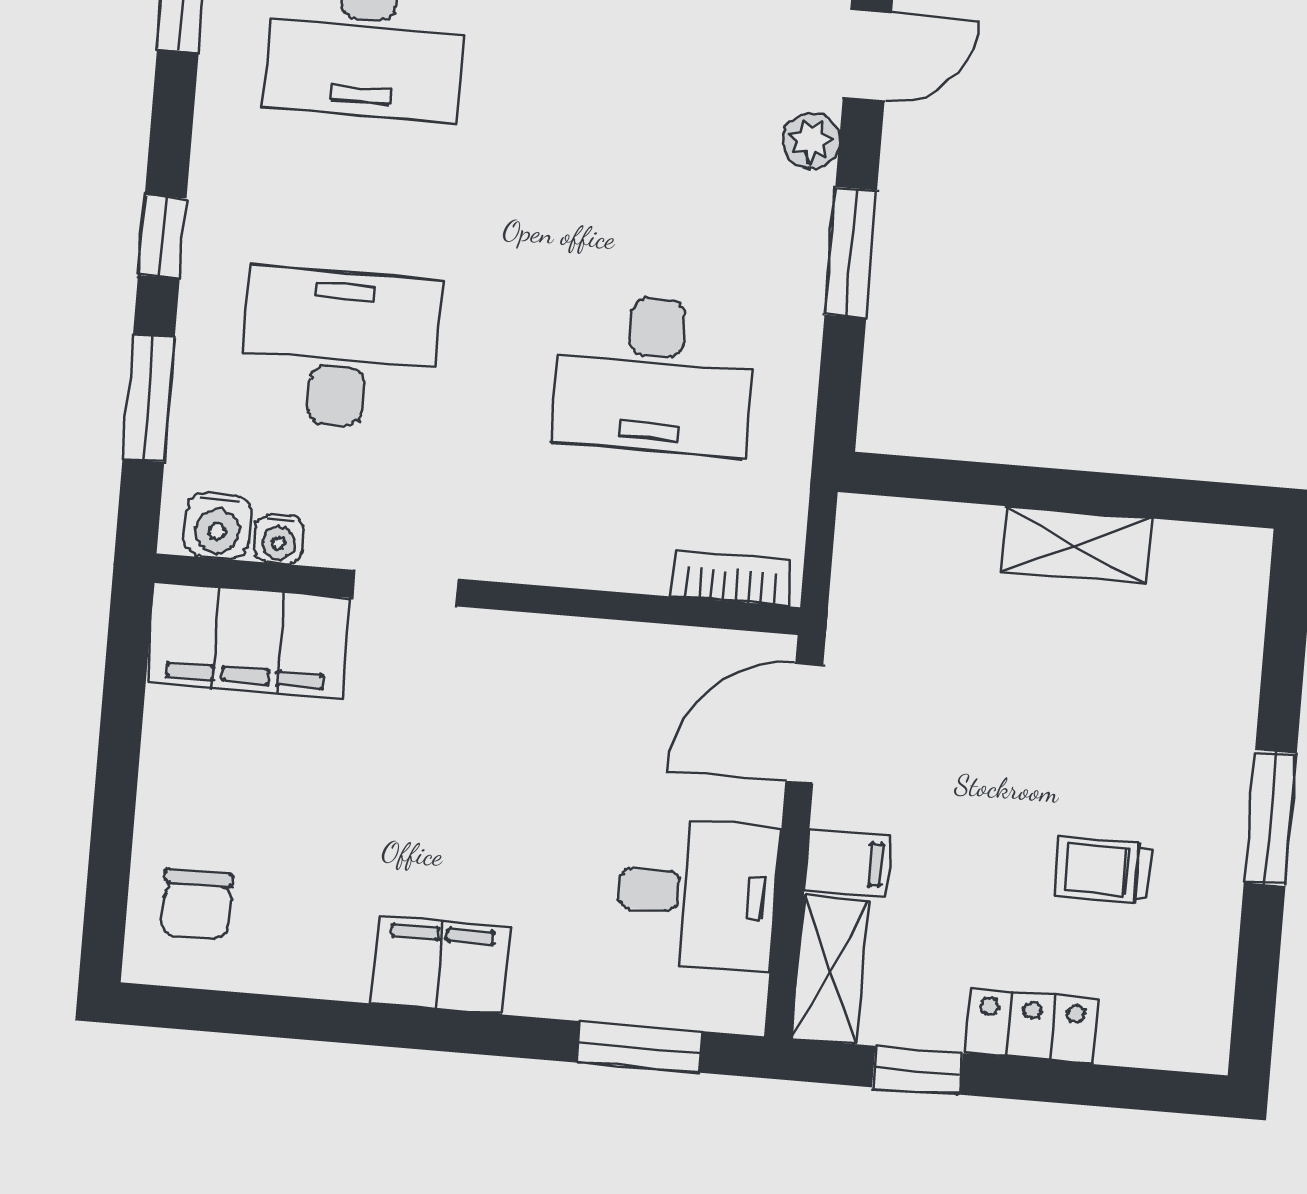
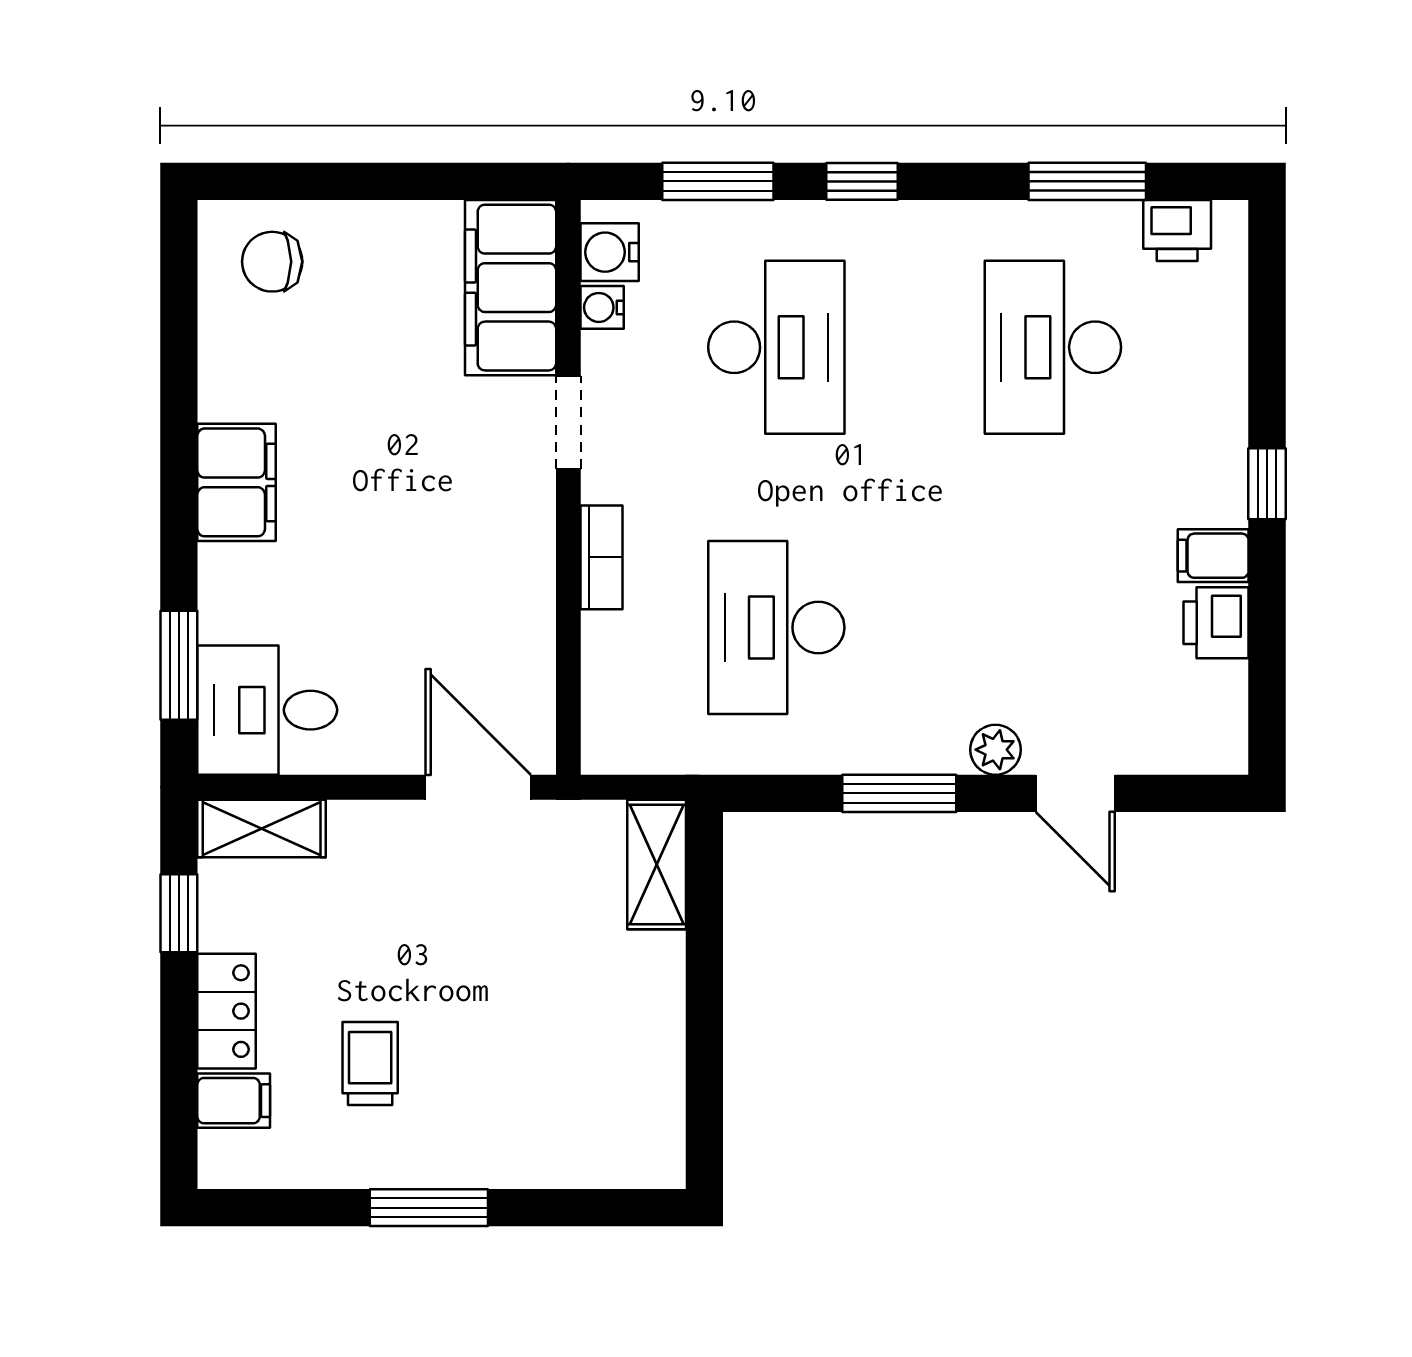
shelving: (1076, 545) -> (657, 864), moved
bookcase: (732, 578) -> (602, 557), moved
filing cabinet: (847, 863) -> (234, 1101), moved, turned -90
desk: (697, 893) -> (267, 710), moved, turned 90

